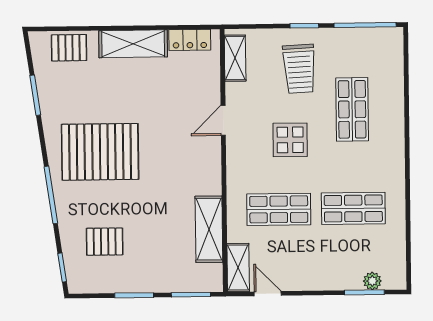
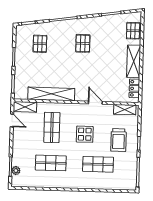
trolley: (299, 69) -> (118, 140), turned -87
pallet: (100, 152) -> (83, 43), width x0.49, depth x0.50
shop shelf: (353, 208) -> (51, 163), turned 90
shelving: (209, 229) -> (51, 94), width x1.47
door: (268, 294) -> (12, 120), hinge flipped

